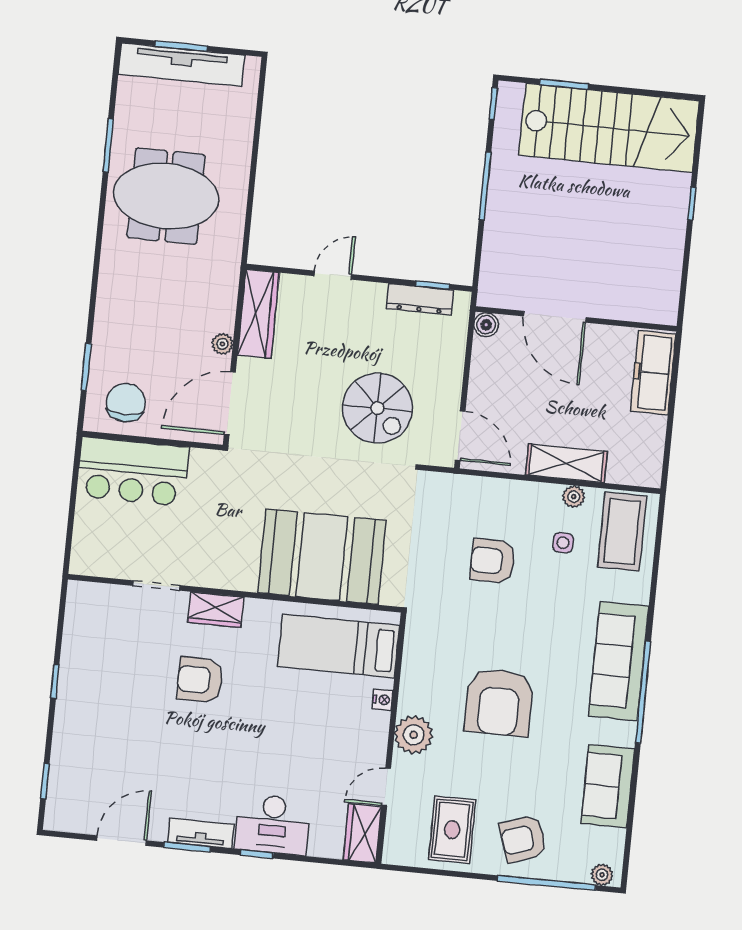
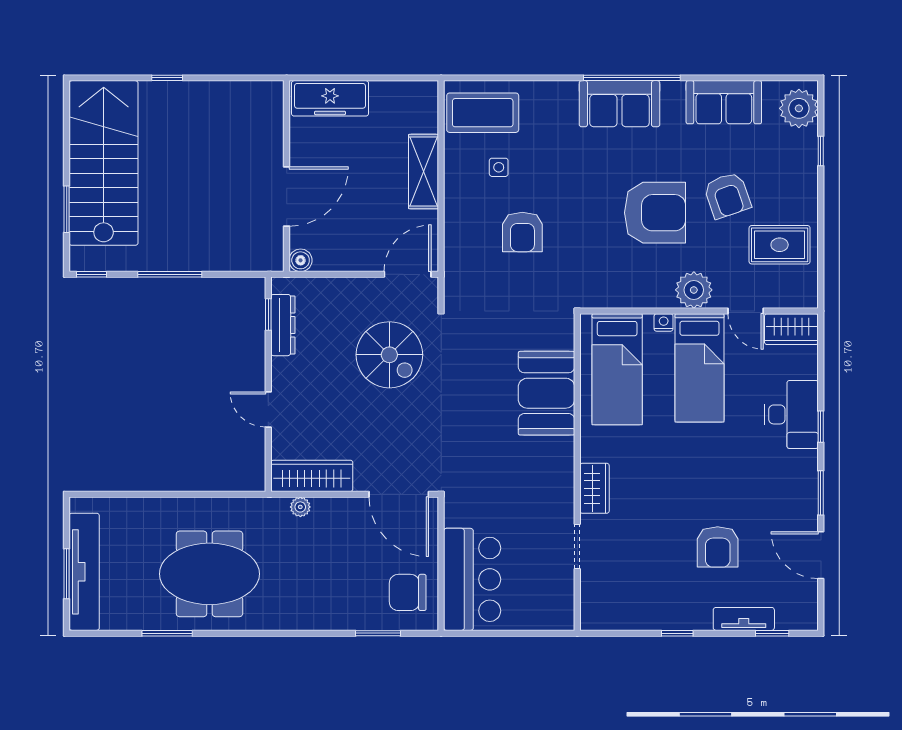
meeting table: (166, 196) -> (209, 574), turned 90
plant: (222, 344) -> (300, 507), moved
spiral stairs: (377, 408) -> (389, 355), turned 90
plant: (574, 497) -> (454, 162), removed
booth: (322, 557) -> (546, 393), width x0.73, depth x0.70
sofa: (619, 661) -> (619, 104), width x0.73
armchair: (200, 680) -> (718, 547), moved
bed: (331, 733) -> (699, 368), added
tv unit: (201, 833) -> (744, 619), moved, turned 90
armchair: (523, 839) -> (727, 195), moved
plant: (602, 875) -> (799, 108), width x1.88, depth x1.88
window: (546, 883) -> (821, 151), width x0.32

